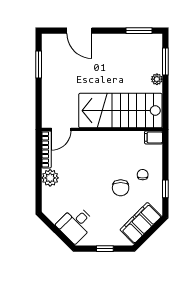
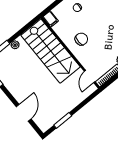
door: (61, 129) -> (90, 77), swing flipped
chair: (121, 188) -> (81, 39), moved

